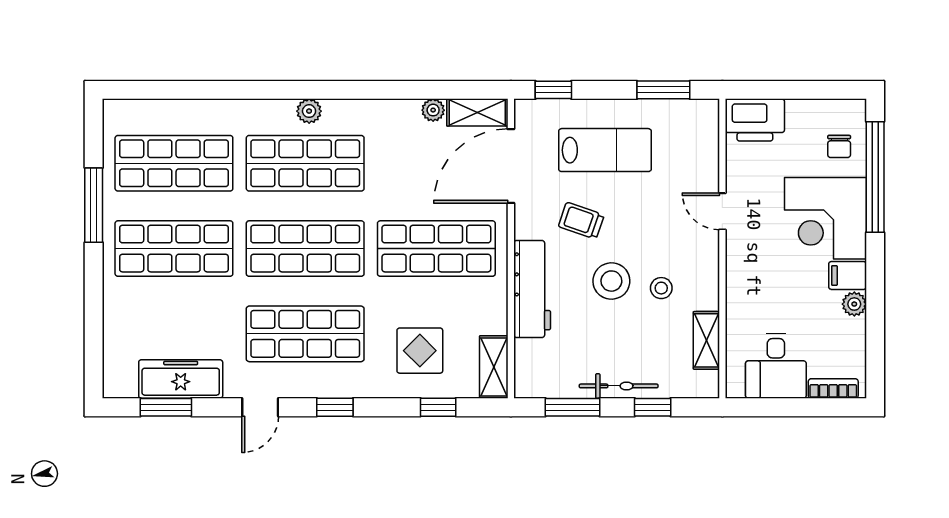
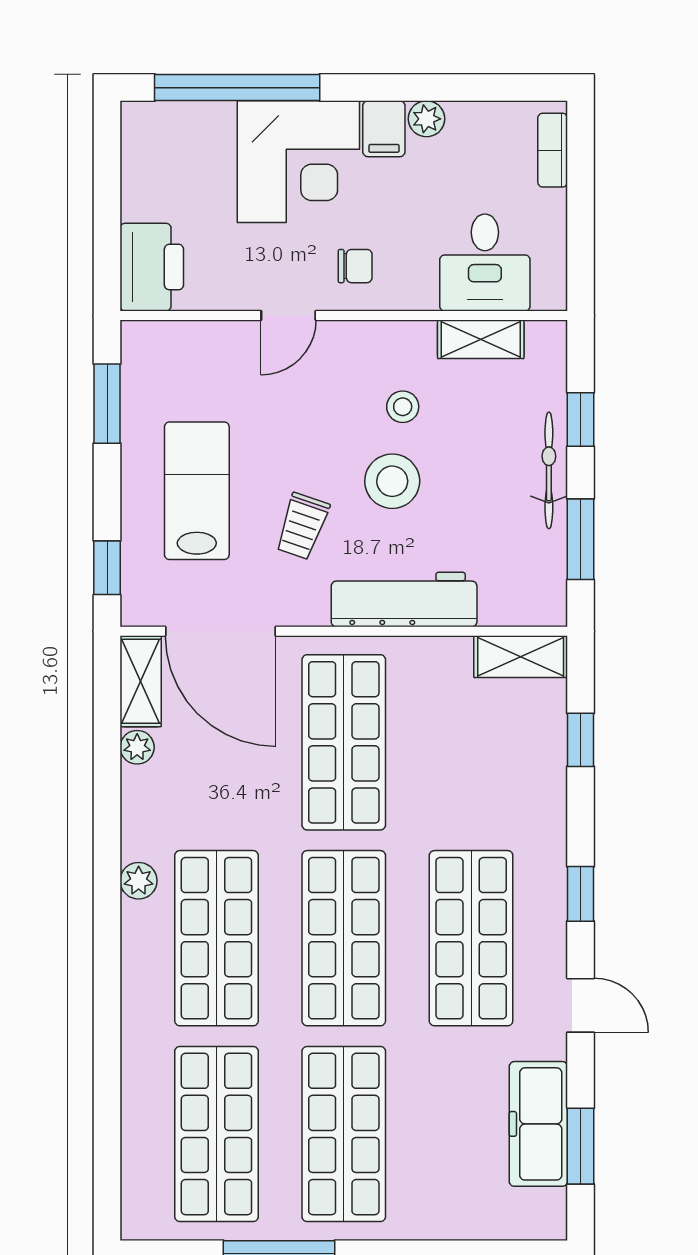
plant: (309, 111) -> (139, 881), moved
chair: (839, 146) -> (355, 266), moved
display table: (420, 351) -> (496, 767), removed
desk: (776, 366) -> (485, 263), moved, turned 90

